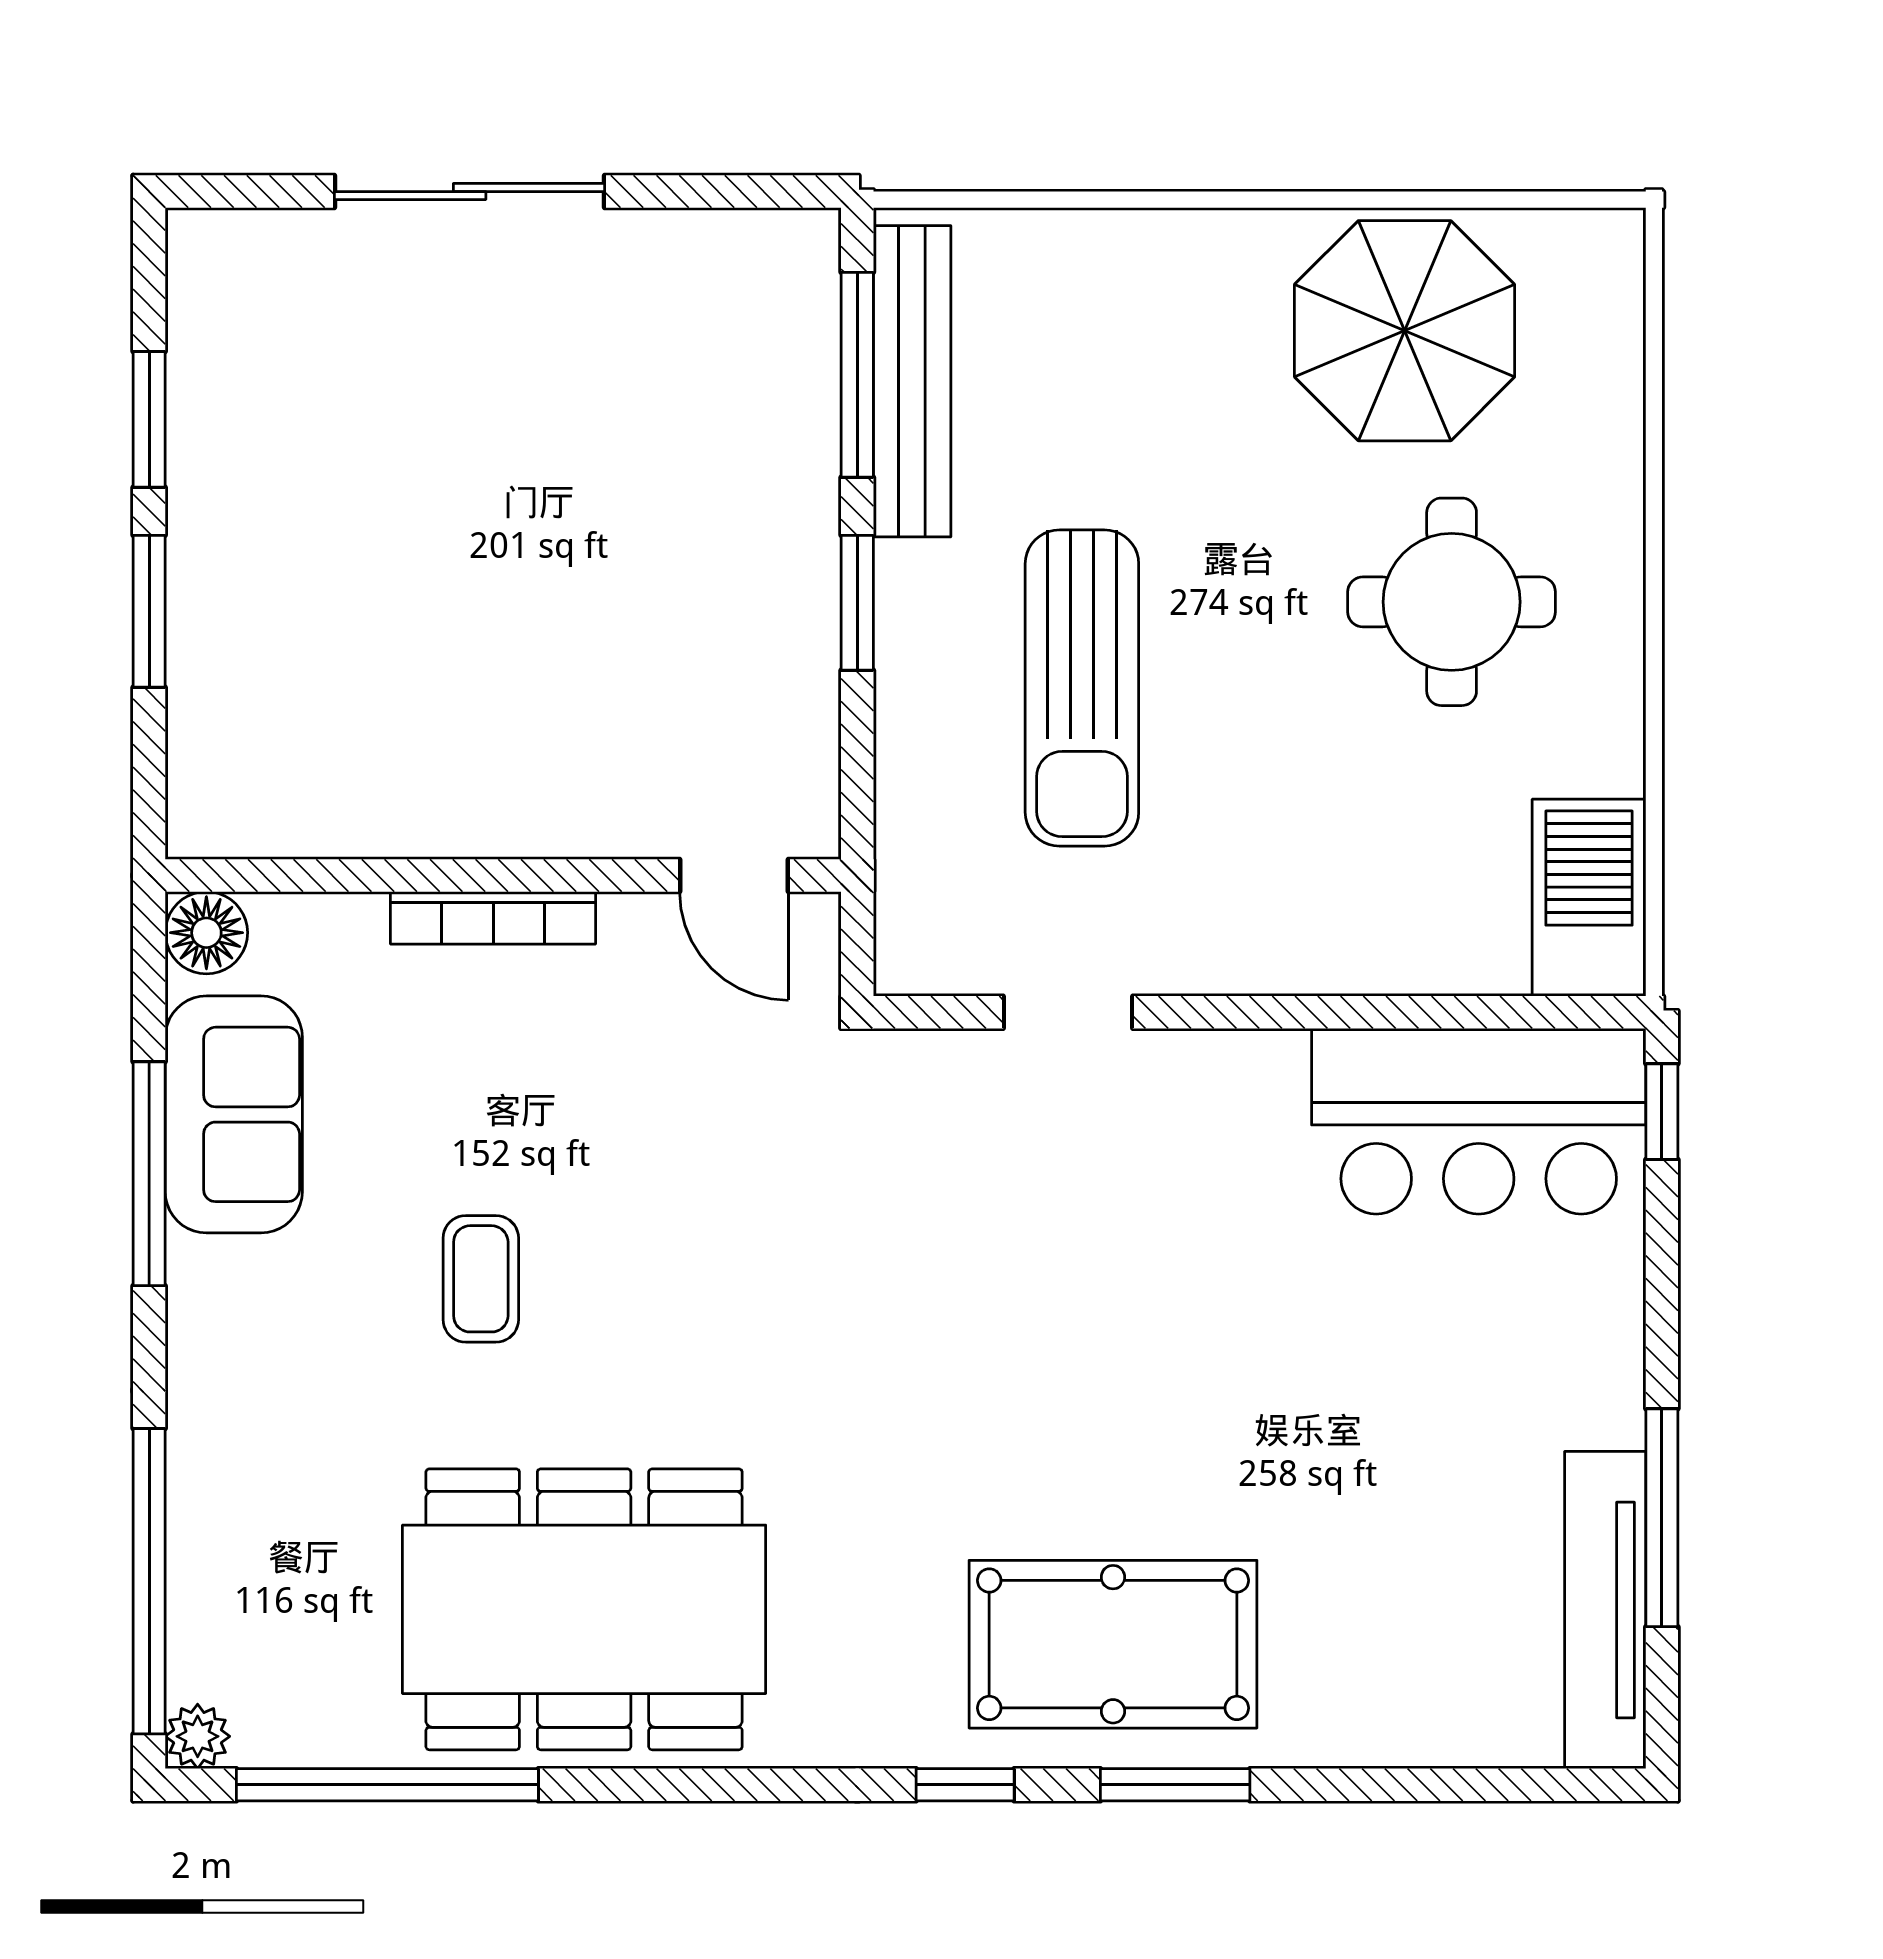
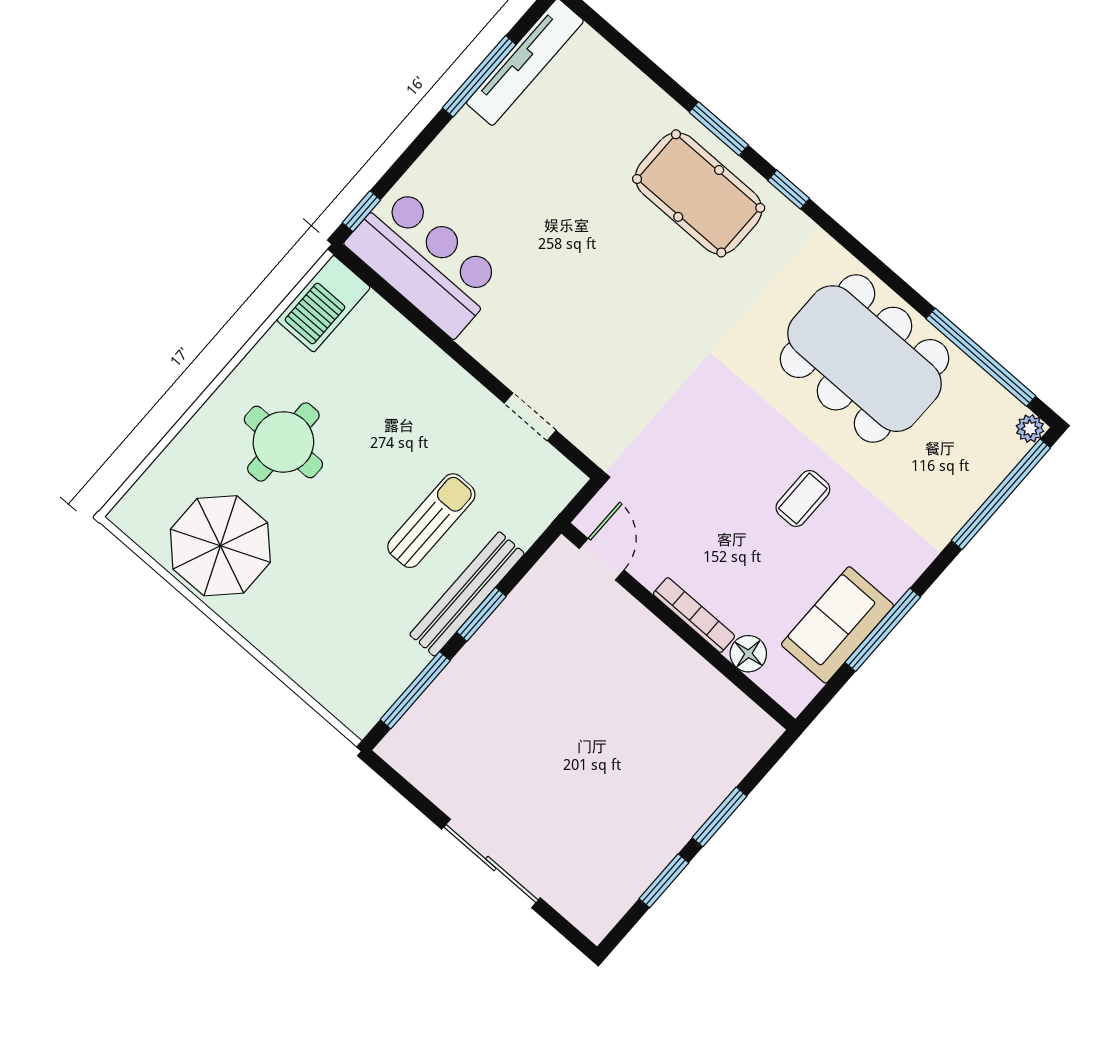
bench: (912, 381) -> (467, 594), moved
sun lounger: (1082, 688) -> (431, 521), width x0.73, depth x0.75
floor lamp: (206, 933) -> (748, 654), moved

